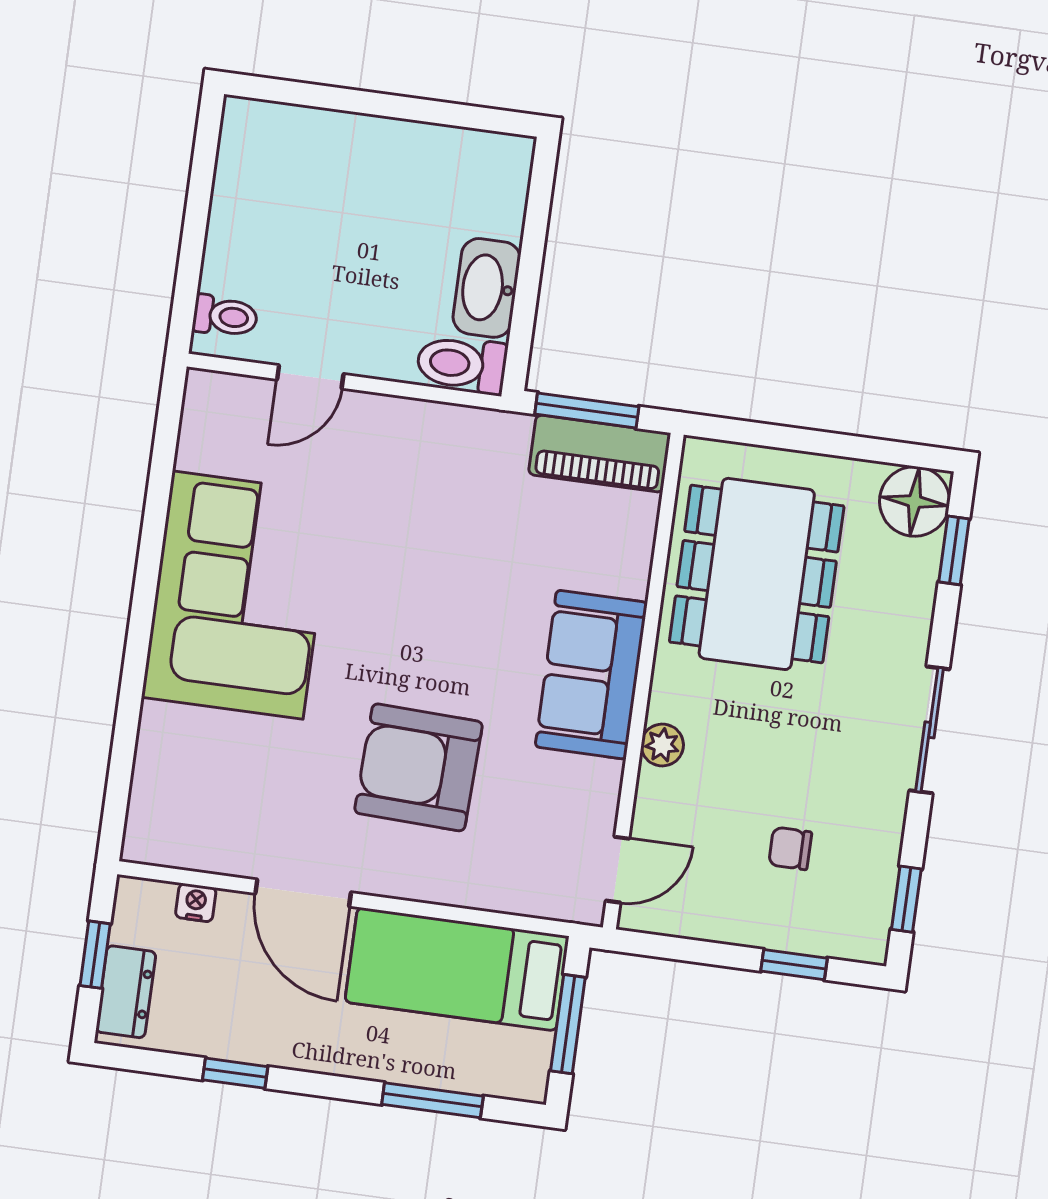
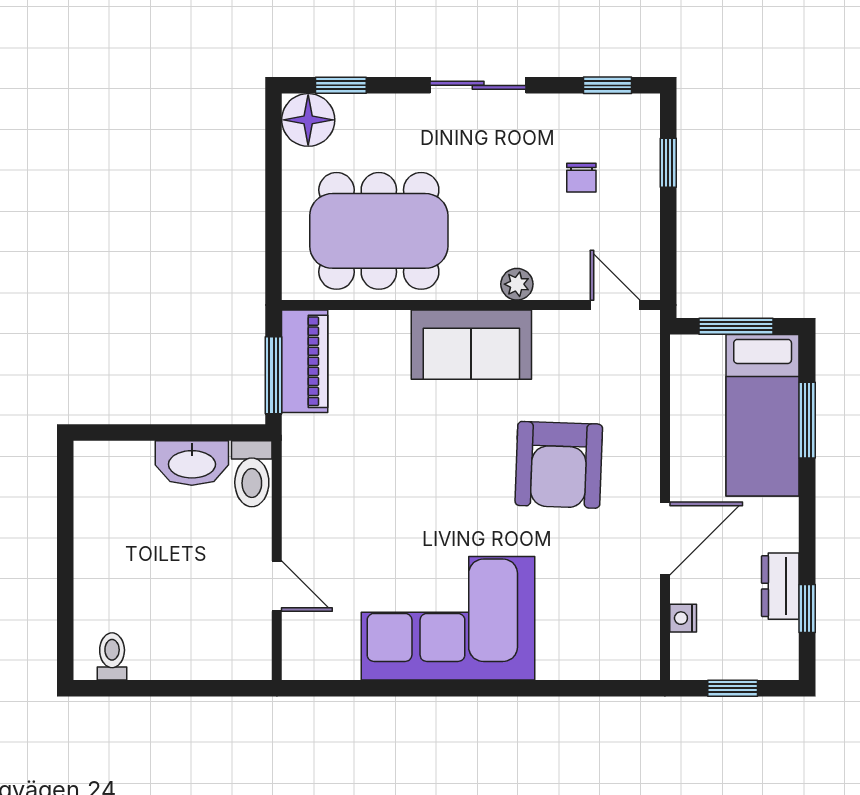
toilet: (225, 316) -> (112, 656), moved
bed: (457, 969) -> (763, 415), moved
dresser: (126, 992) -> (780, 586), moved, turned -90
window: (235, 1073) -> (807, 609), moved

